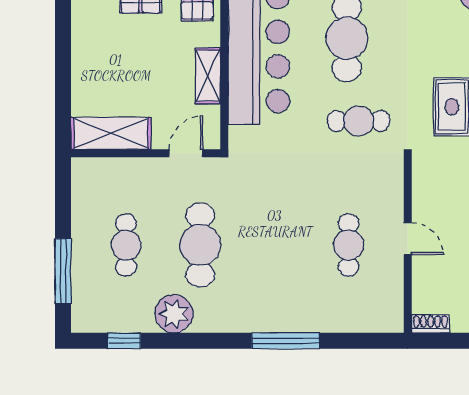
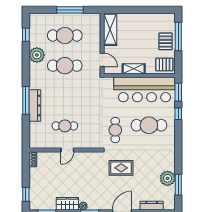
cafe table: (126, 245) -> (65, 36), width x1.37, depth x1.35
window: (63, 271) -> (70, 10), moved
dresser: (298, 319) -> (35, 106), added

